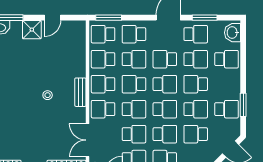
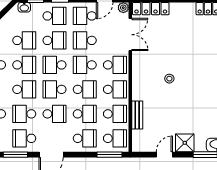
school desk: (134, 59) -> (85, 114), turned 180
bench: (80, 92) -> (137, 115), moved
school desk: (196, 109) -> (24, 65), turned 180
school desk: (165, 134) -> (54, 40), turned 180

